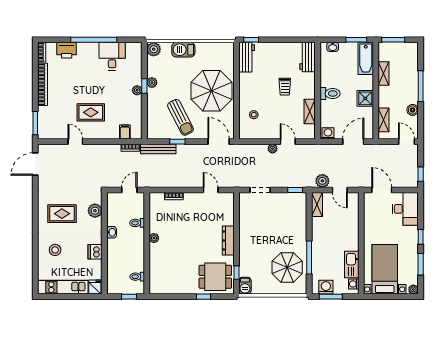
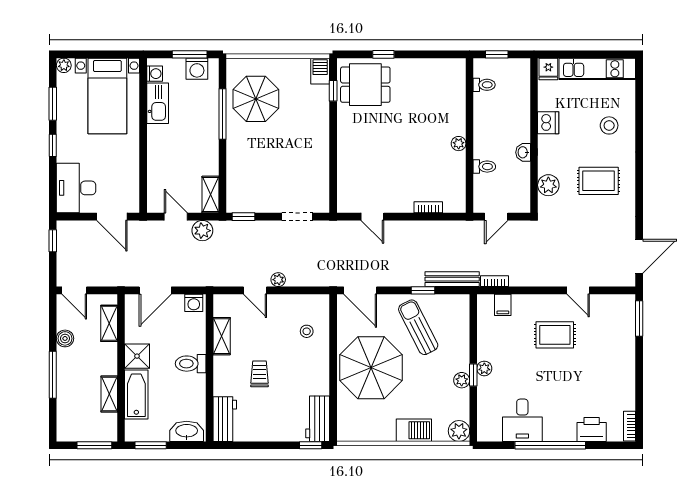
washbasin: (333, 47) -> (187, 431), width x1.91, depth x1.45
bathtub: (366, 58) -> (136, 395), moved
bookcase: (43, 84) -> (628, 377), removed
dresser: (228, 241) -> (346, 140), removed

